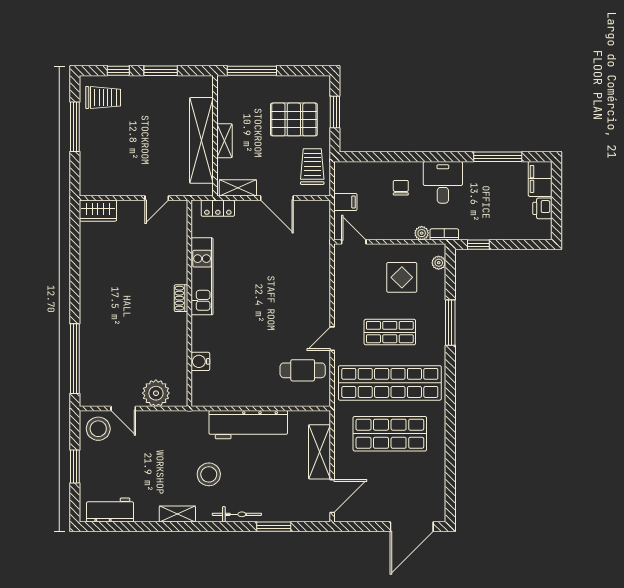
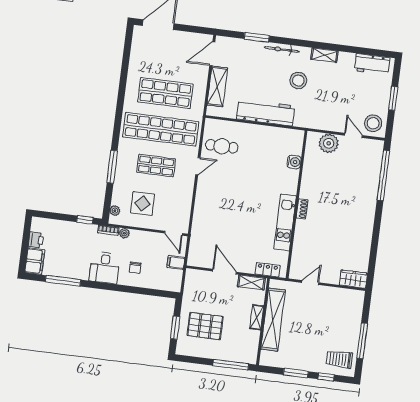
trolley: (312, 167) -> (196, 291), removed

